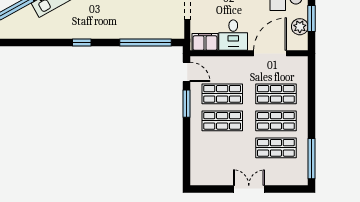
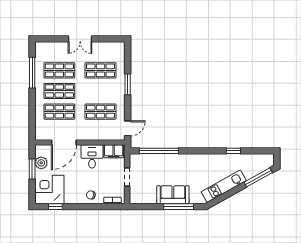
window: (82, 43) -> (233, 151), moved
door: (187, 72) -> (128, 128), swing flipped
window: (187, 104) -> (128, 84), moved
shop shelf: (222, 121) -> (100, 70), moved
window: (312, 159) -> (32, 73), moved

